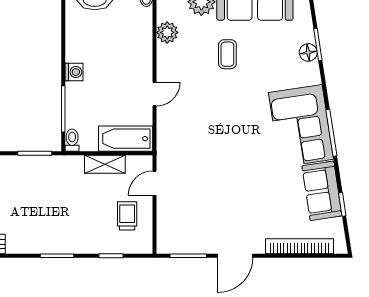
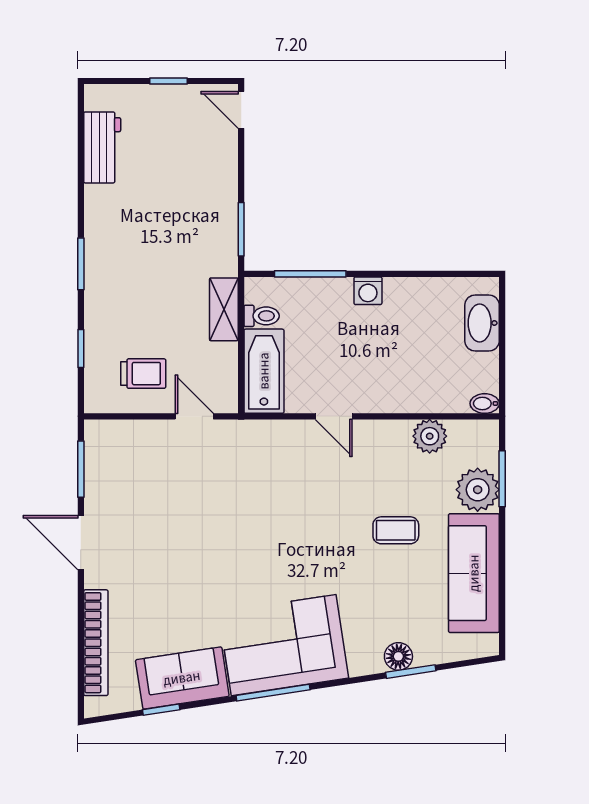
toilet: (72, 140) -> (262, 316), moved
shelving: (105, 164) -> (224, 309), moved

